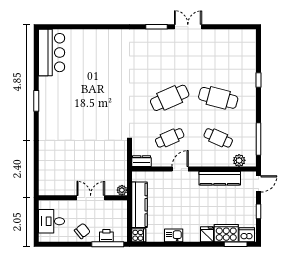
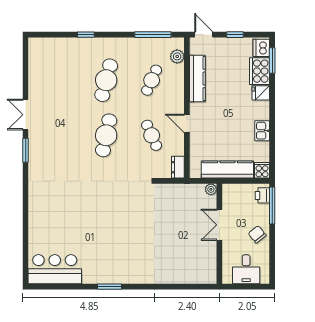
cafe table: (170, 98) -> (106, 135), turned 36
printer: (106, 236) -> (262, 195), moved

